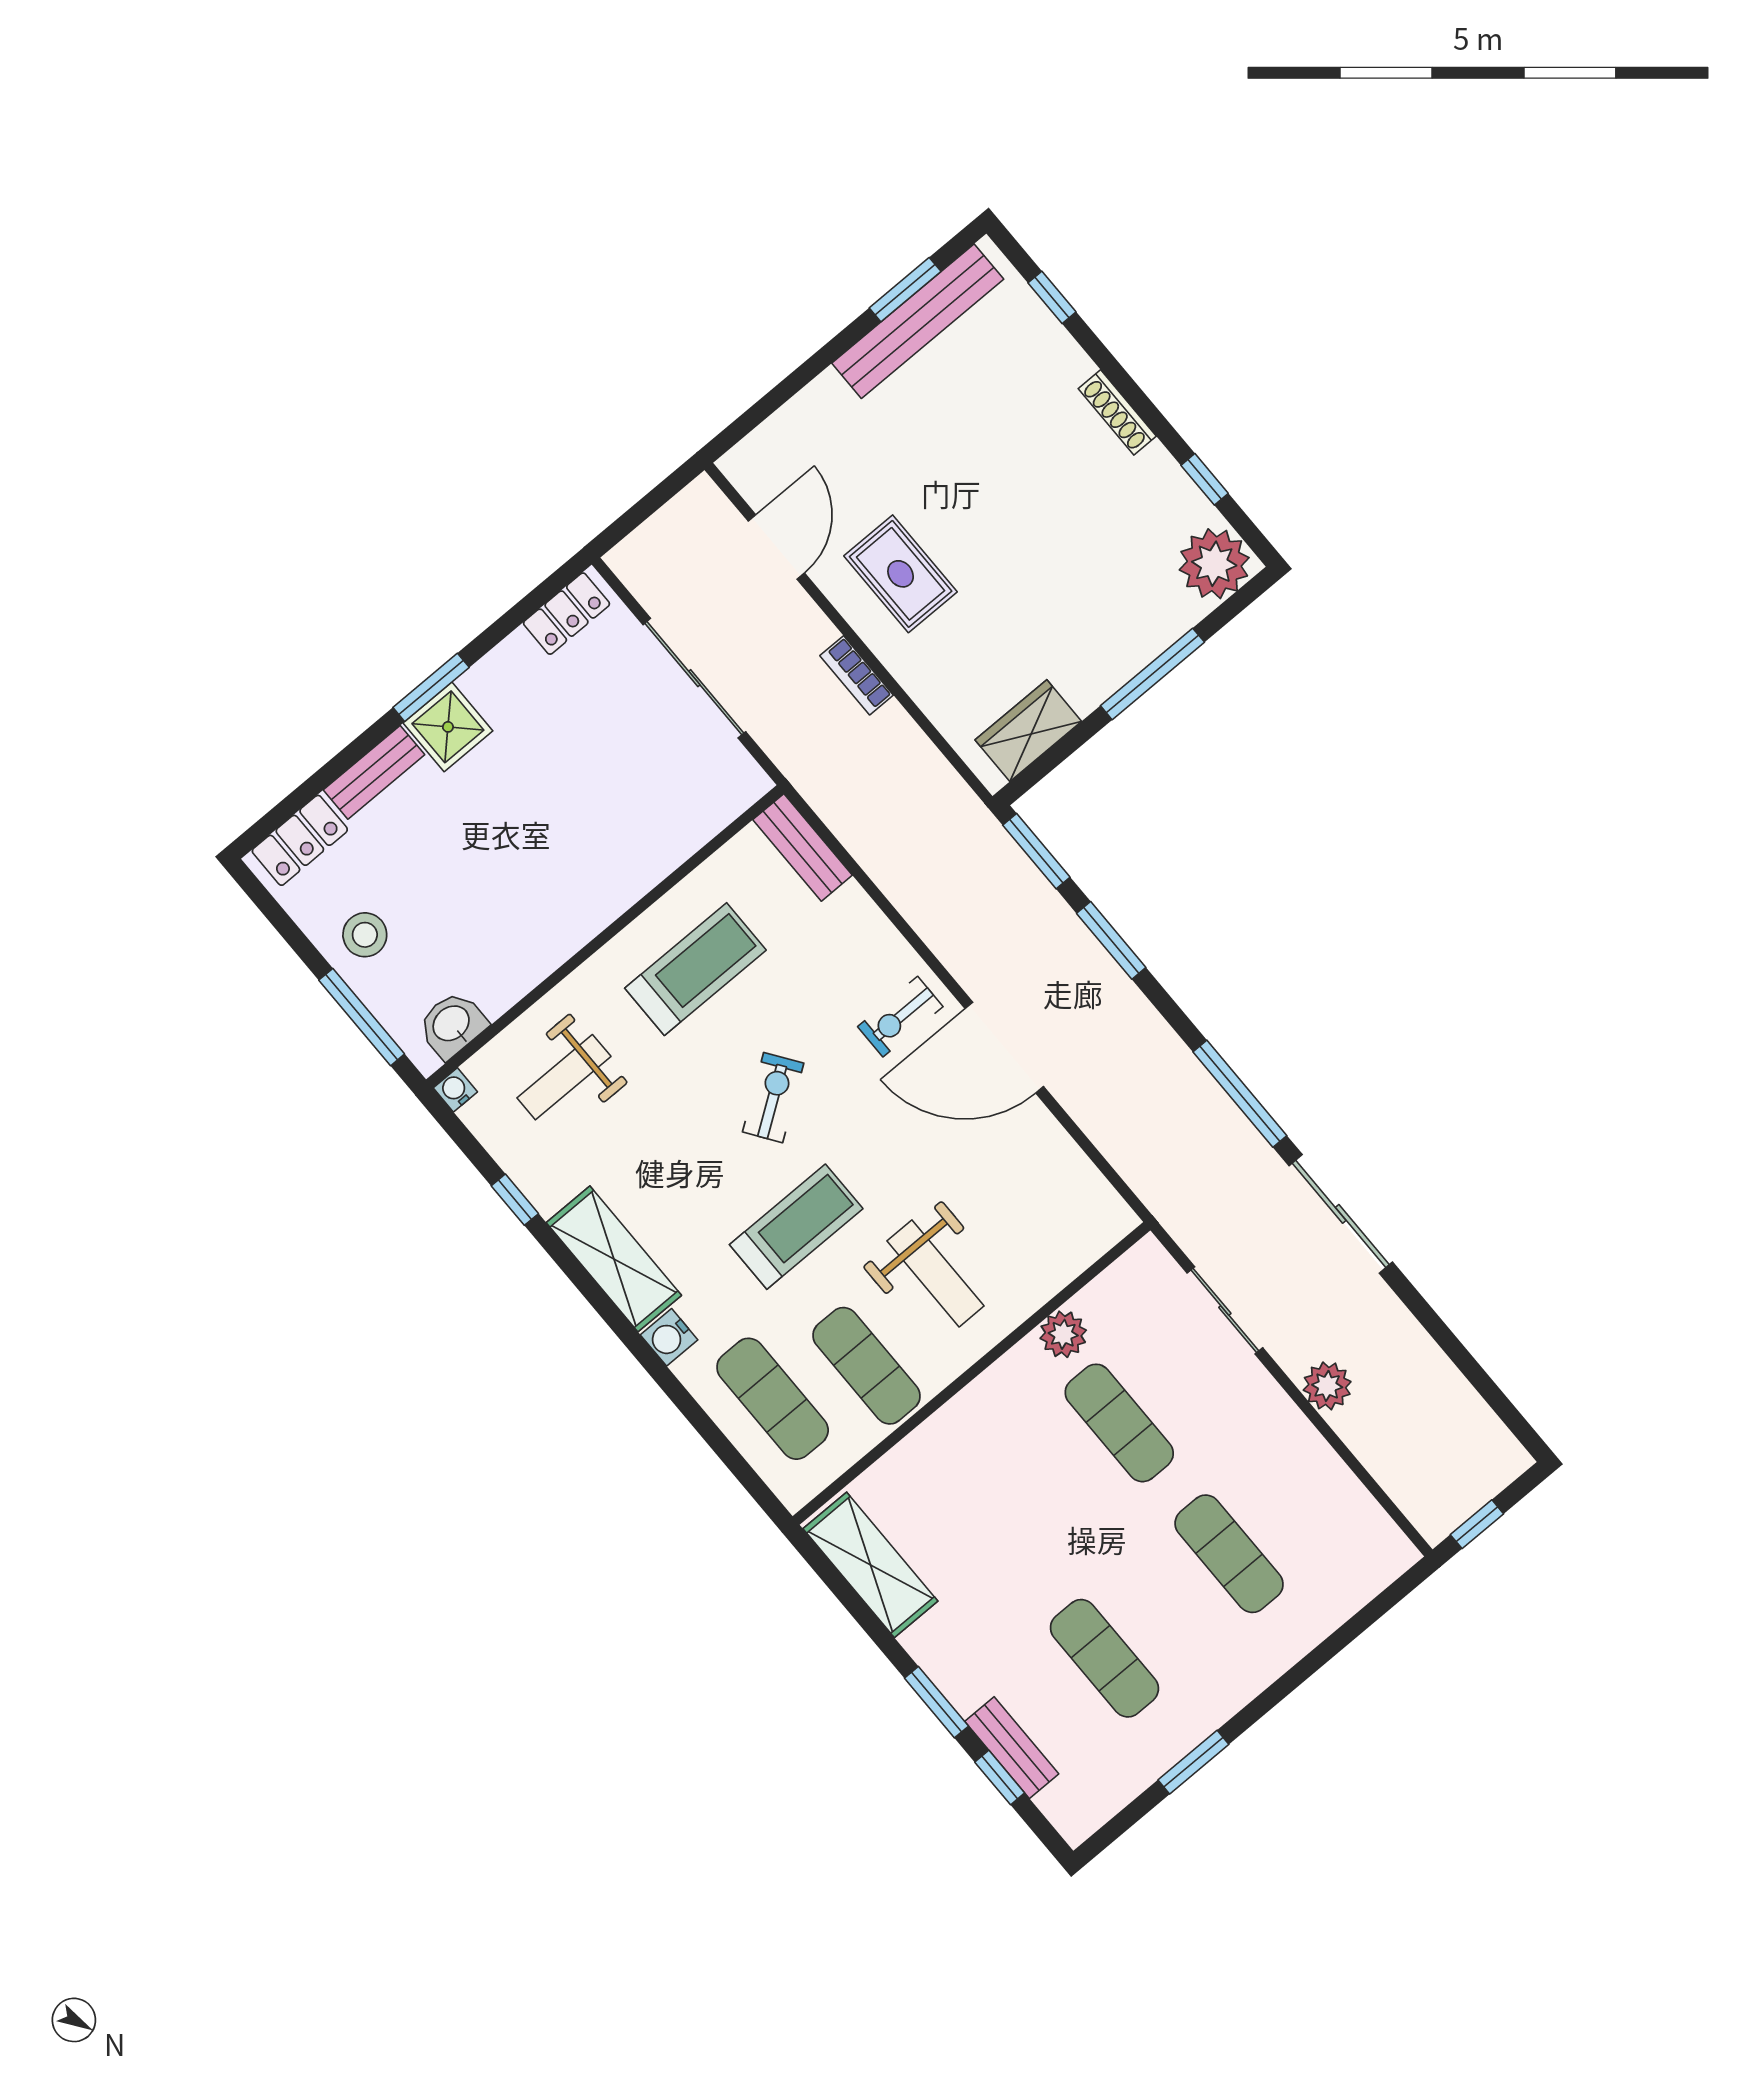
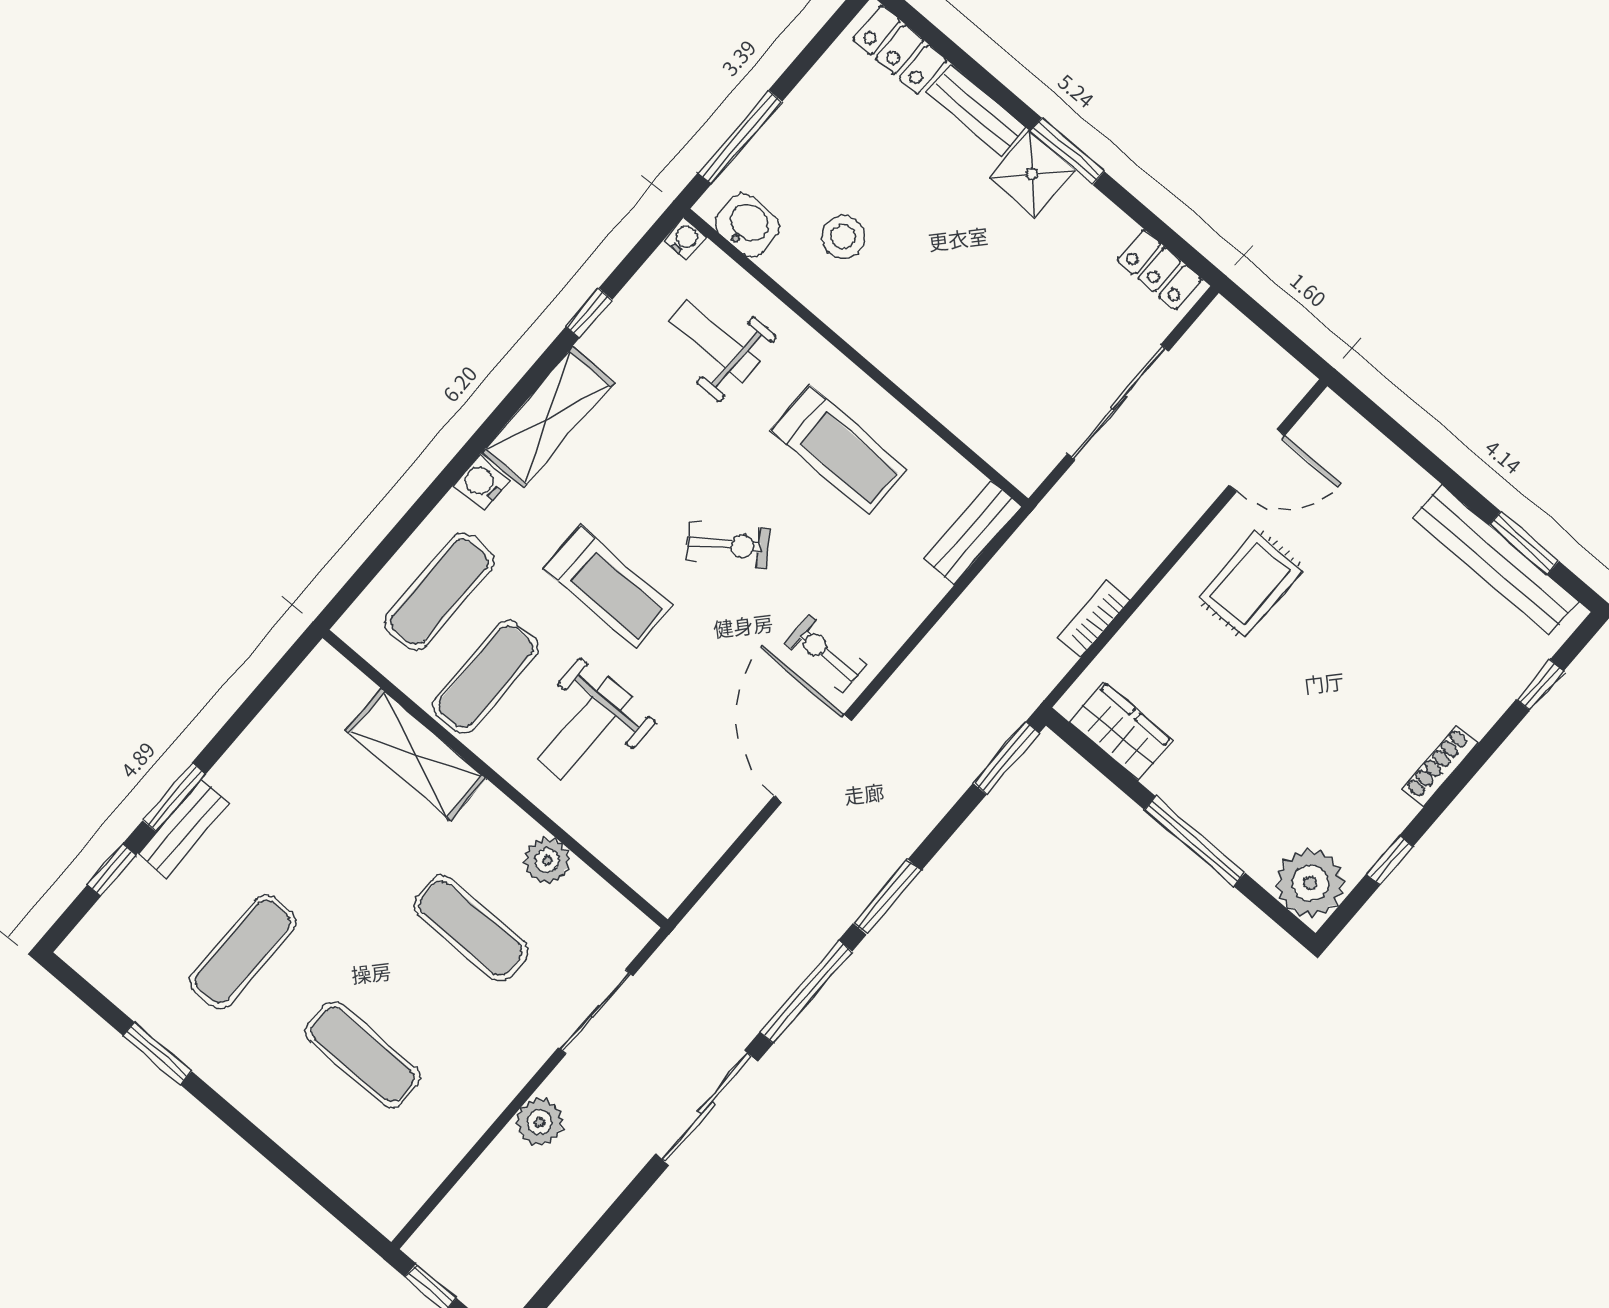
bookcase: (857, 675) -> (1094, 619), moved
stool: (365, 935) -> (843, 237), moved
window: (1111, 940) -> (887, 897), moved
exercise mat: (1119, 1423) -> (471, 928), turned 90
exercise mat: (1229, 1554) -> (363, 1054), turned 90
shelving: (870, 1565) -> (416, 754), moved, turned 90
bench: (1012, 1748) -> (184, 828), moved

